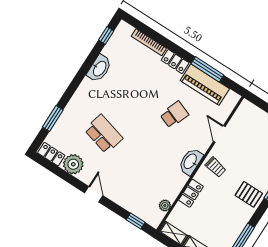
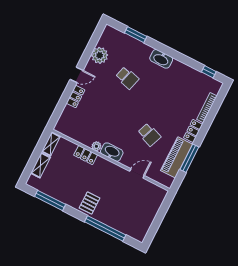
washbasin: (99, 68) -> (161, 59), moved
school desk: (104, 134) -> (127, 78), width x0.54
locker: (51, 154) -> (76, 96), moved
trolley: (216, 167) -> (109, 173), removed
plant: (165, 205) -> (96, 146), moved
window: (136, 221) -> (58, 112), removed

